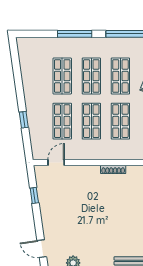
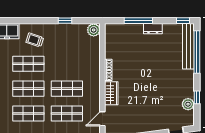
shop shelf: (120, 121) -> (67, 64), removed
door: (56, 163) -> (102, 119), hinge flipped
wardrobe: (86, 173) -> (111, 93), added

